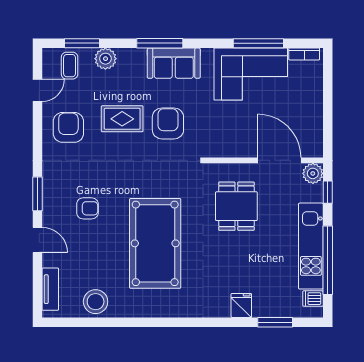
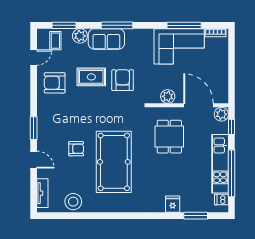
sofa: (174, 63) -> (106, 39), moved
armchair: (68, 127) -> (55, 83), turned -90
plant: (234, 147) -> (168, 96), added
armchair: (87, 208) -> (76, 149), moved

